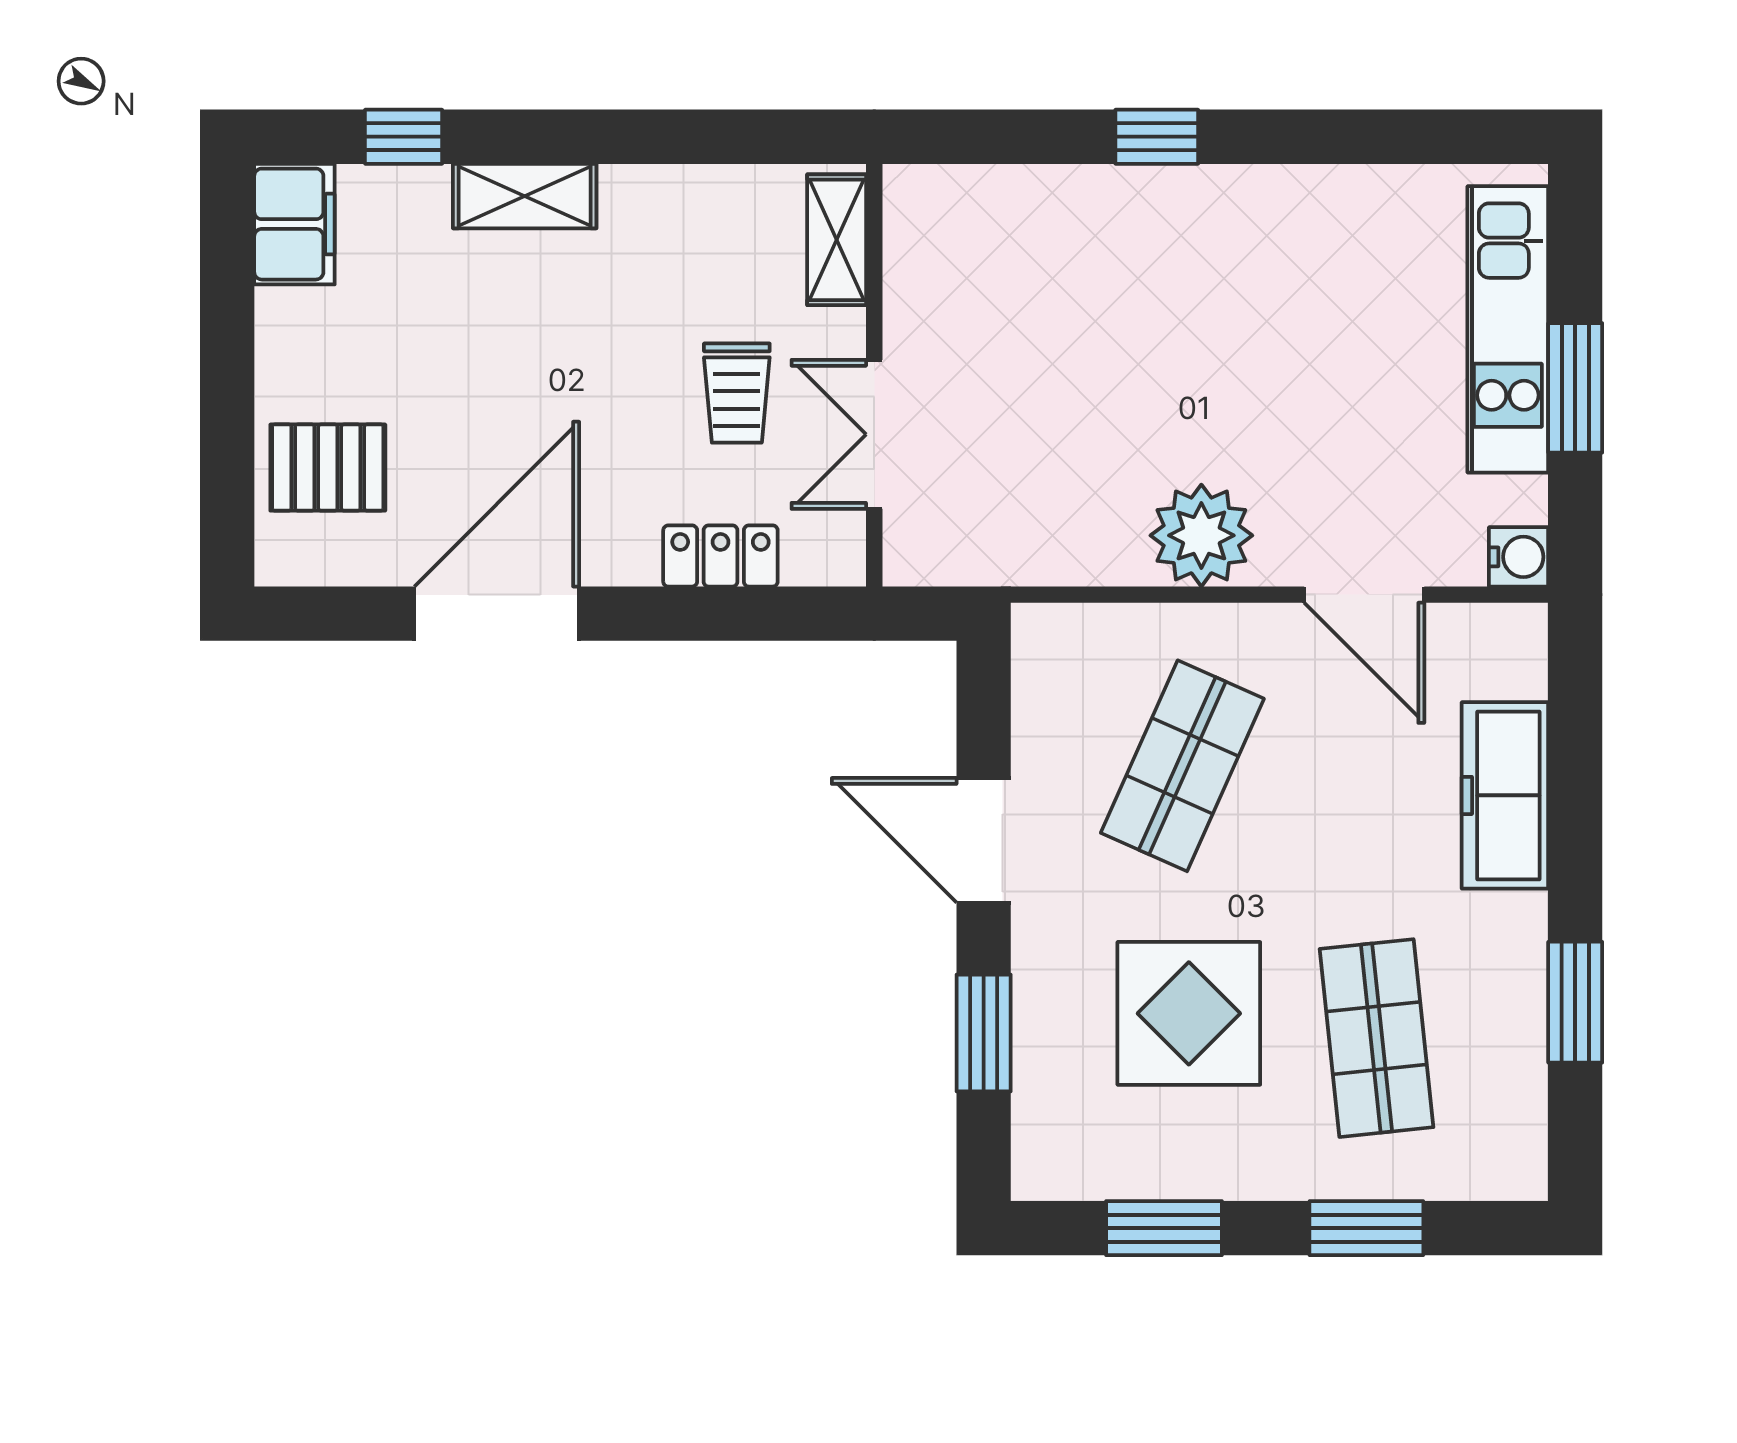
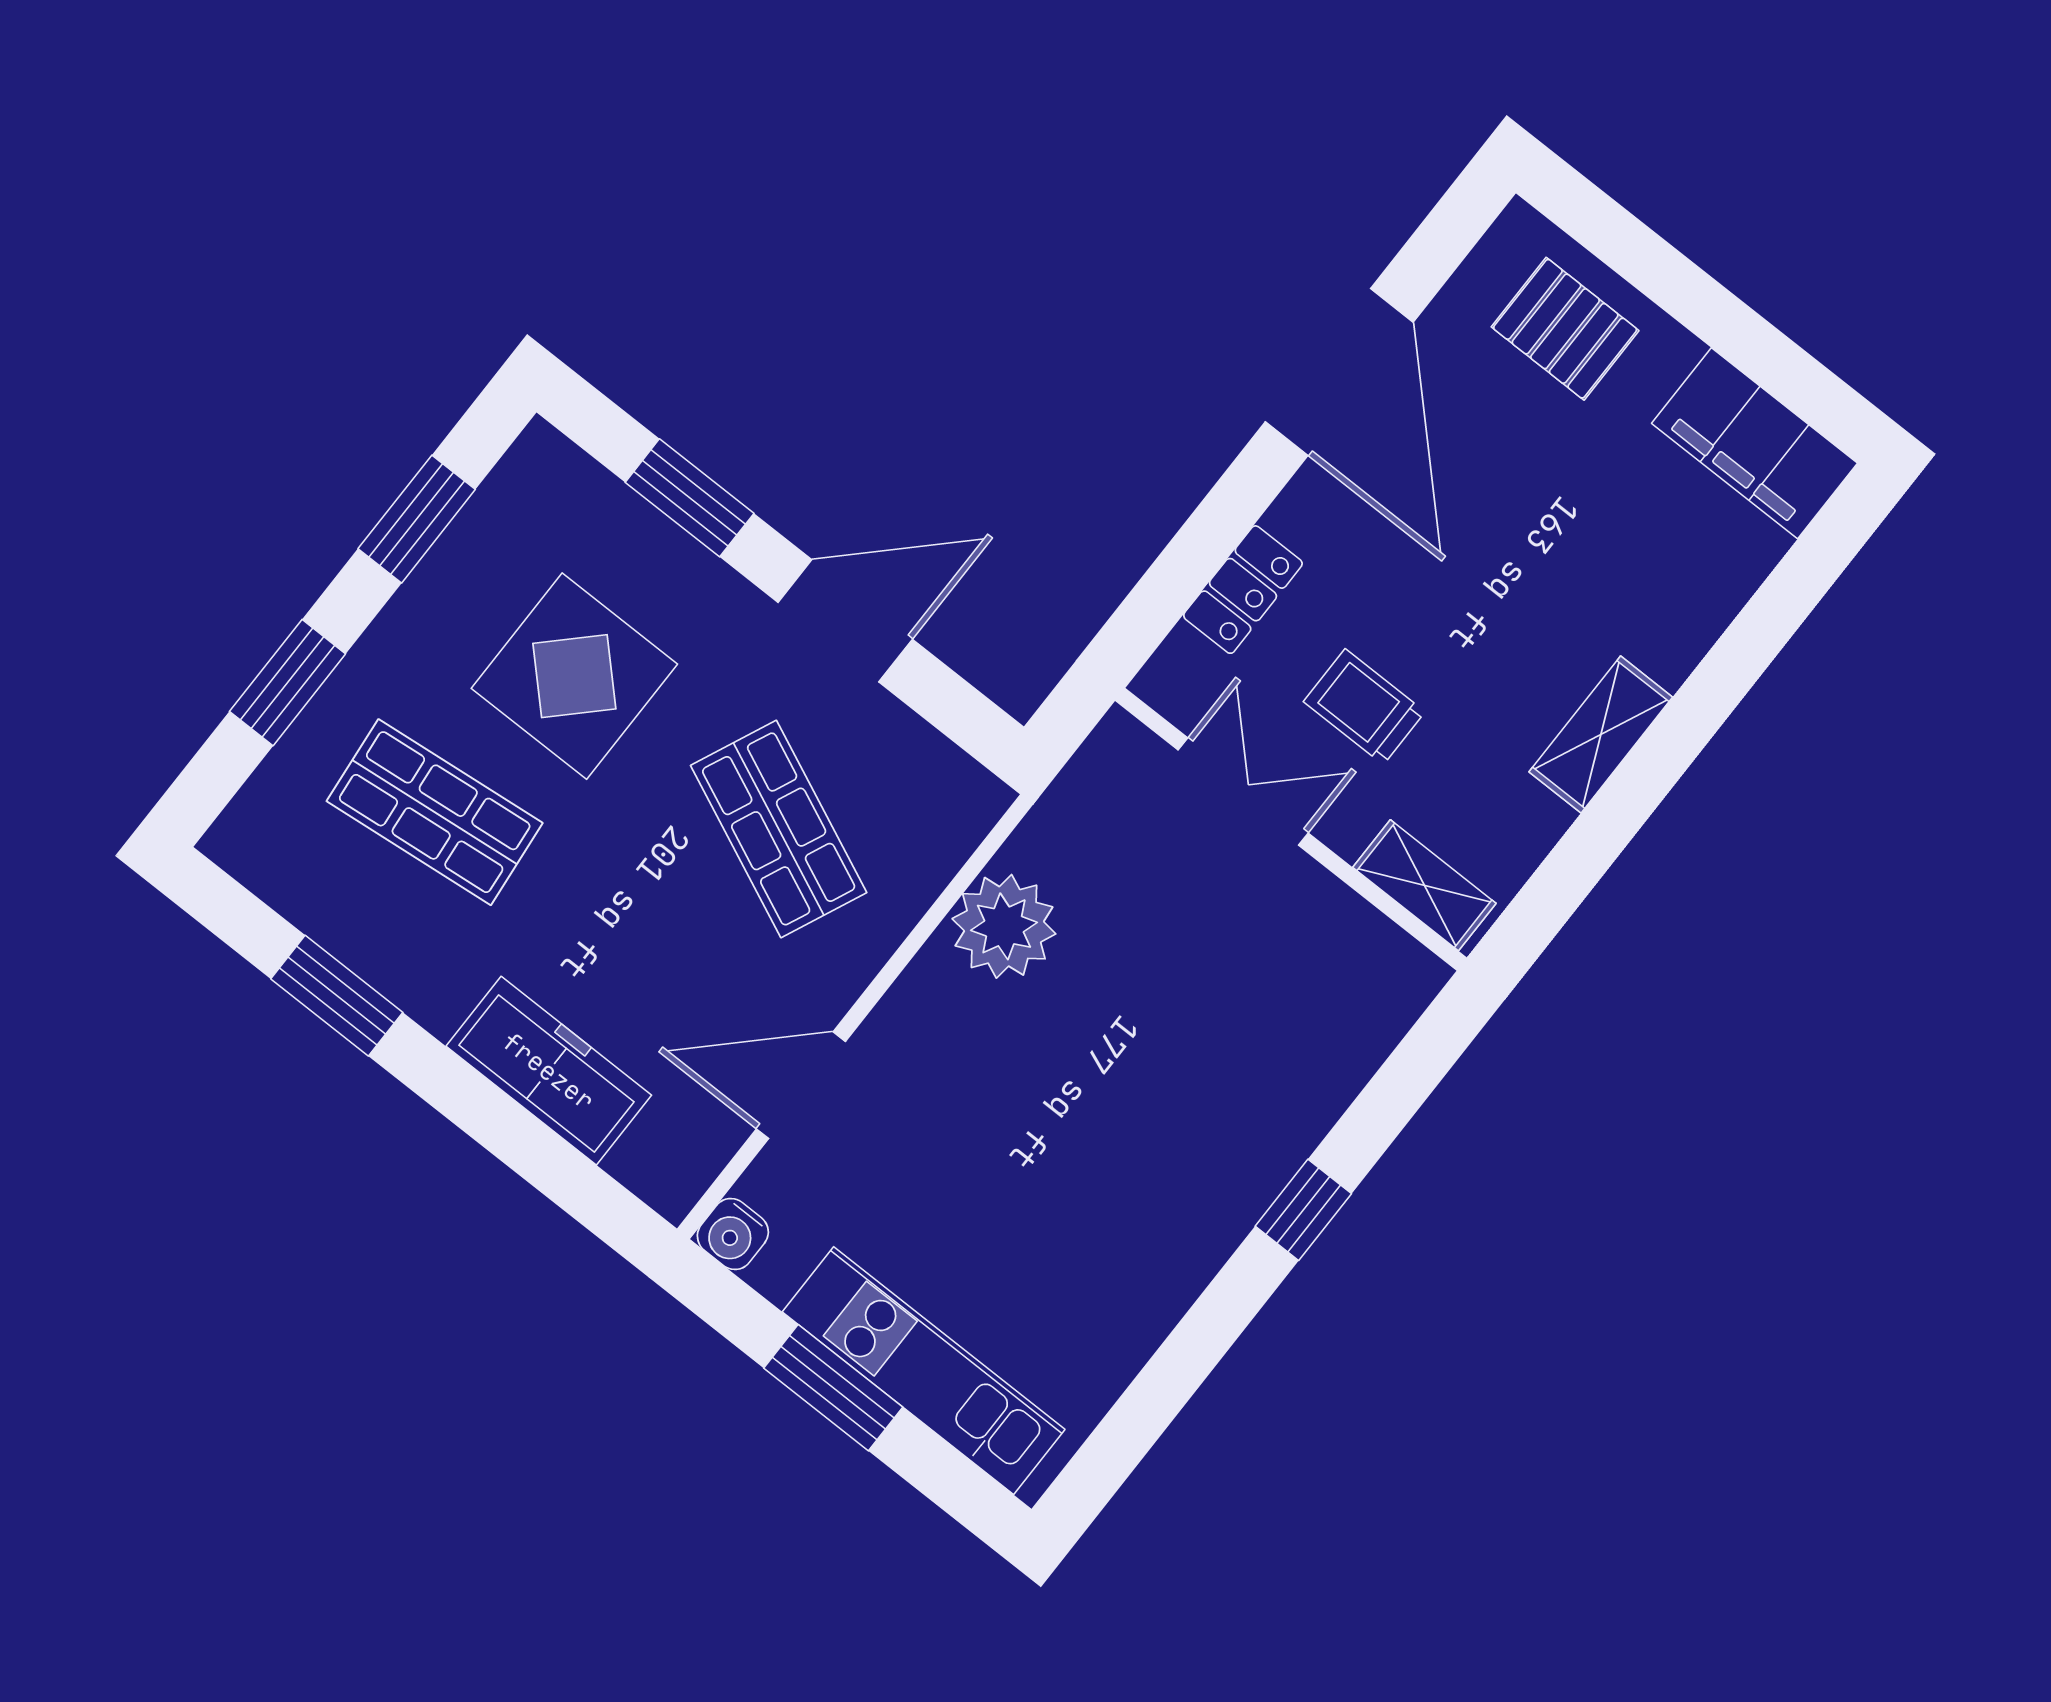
window: (404, 137) -> (1784, 601), removed
shelving: (525, 196) -> (1601, 734), moved
filing cabinet: (294, 224) -> (1754, 443), width x1.50, depth x1.17
pallet: (328, 468) -> (1565, 329), turned 90
plant: (1201, 535) -> (1004, 926), moved

